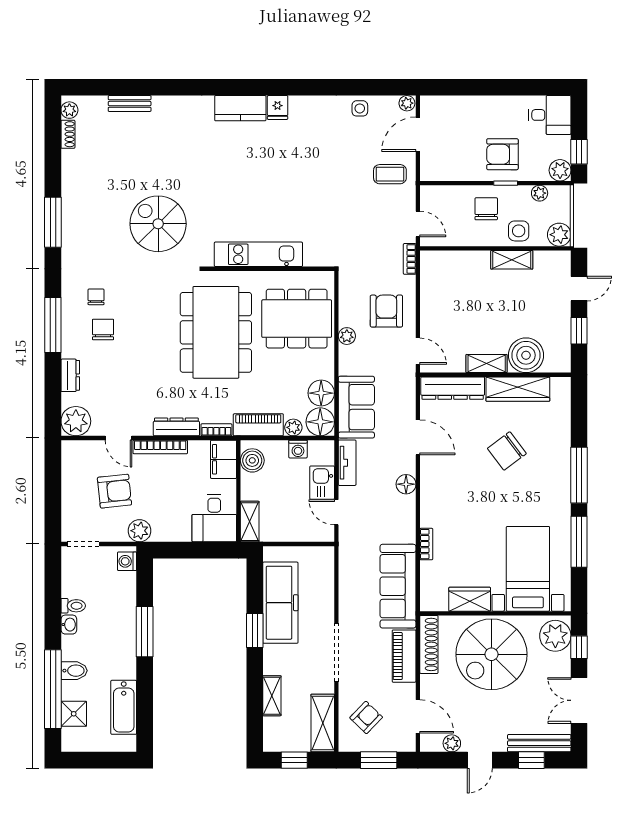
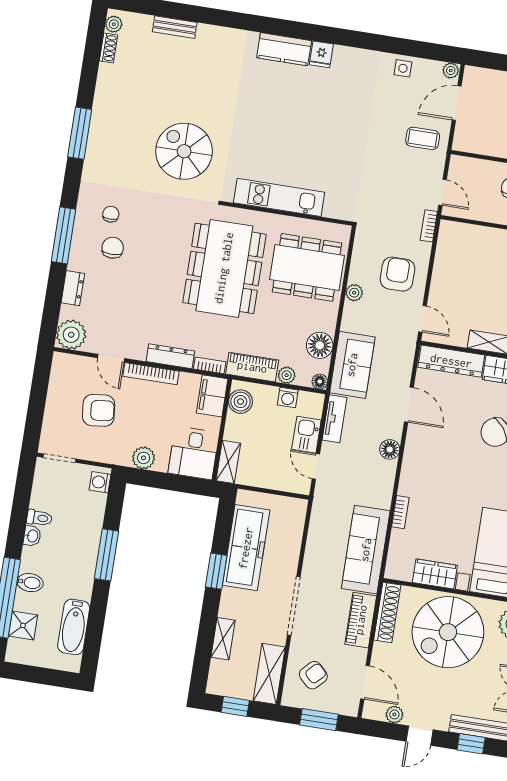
floor lamp: (320, 422) -> (320, 381), width x0.53, depth x0.53
plant: (139, 531) -> (144, 458), moved

